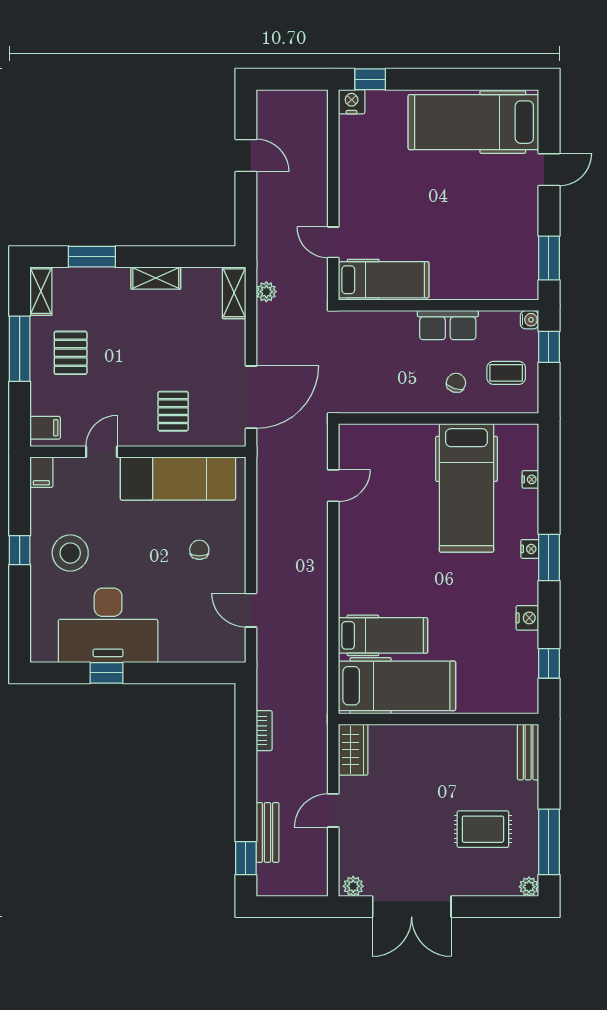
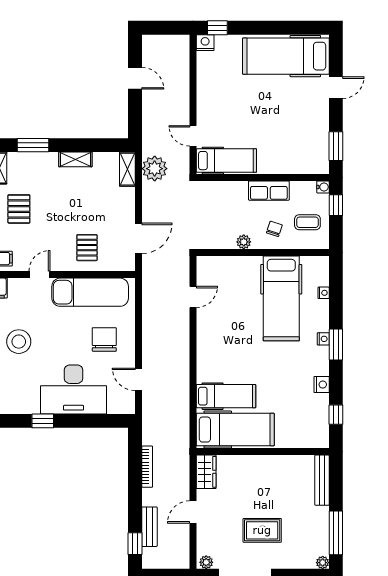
plant: (266, 292) -> (155, 169), width x1.88, depth x1.88
door: (251, 397) -> (138, 238), width x0.73
plant: (410, 402) -> (244, 242), added
chair: (199, 550) -> (104, 339), width x1.87, depth x1.87
desk: (108, 625) -> (74, 389), moved
bookcase: (264, 731) -> (147, 467), width x1.56
bench: (528, 752) -> (322, 480), width x1.36
rug: (483, 829) -> (262, 530), moved

